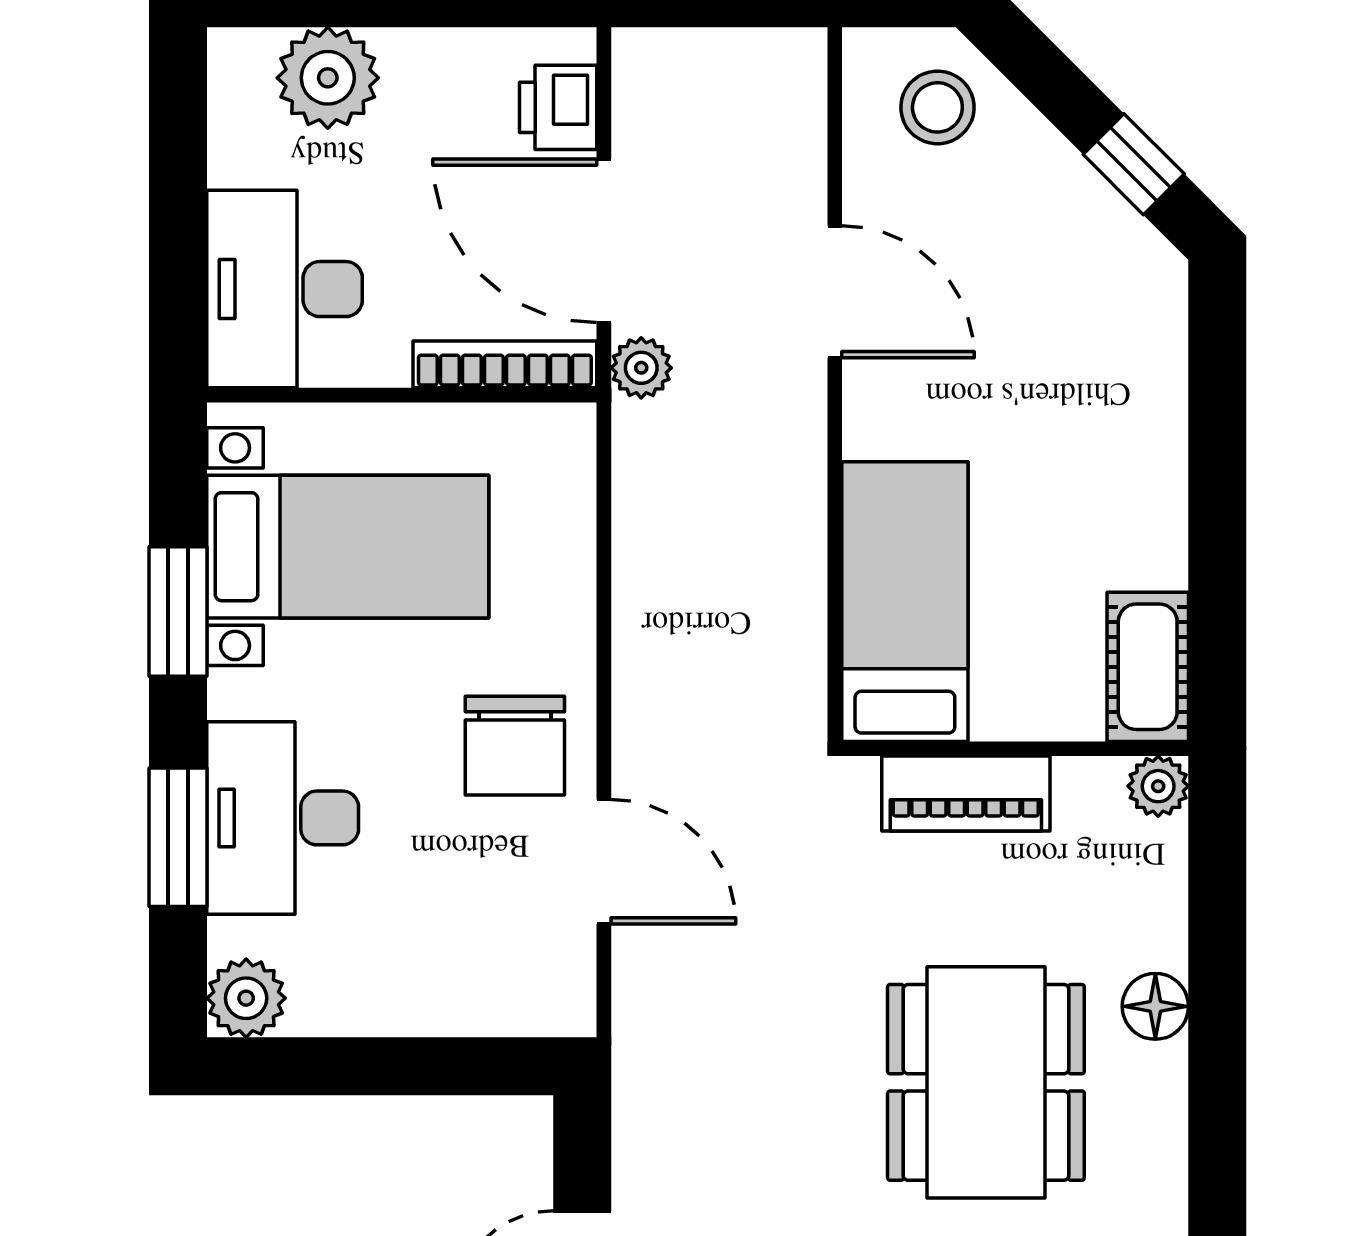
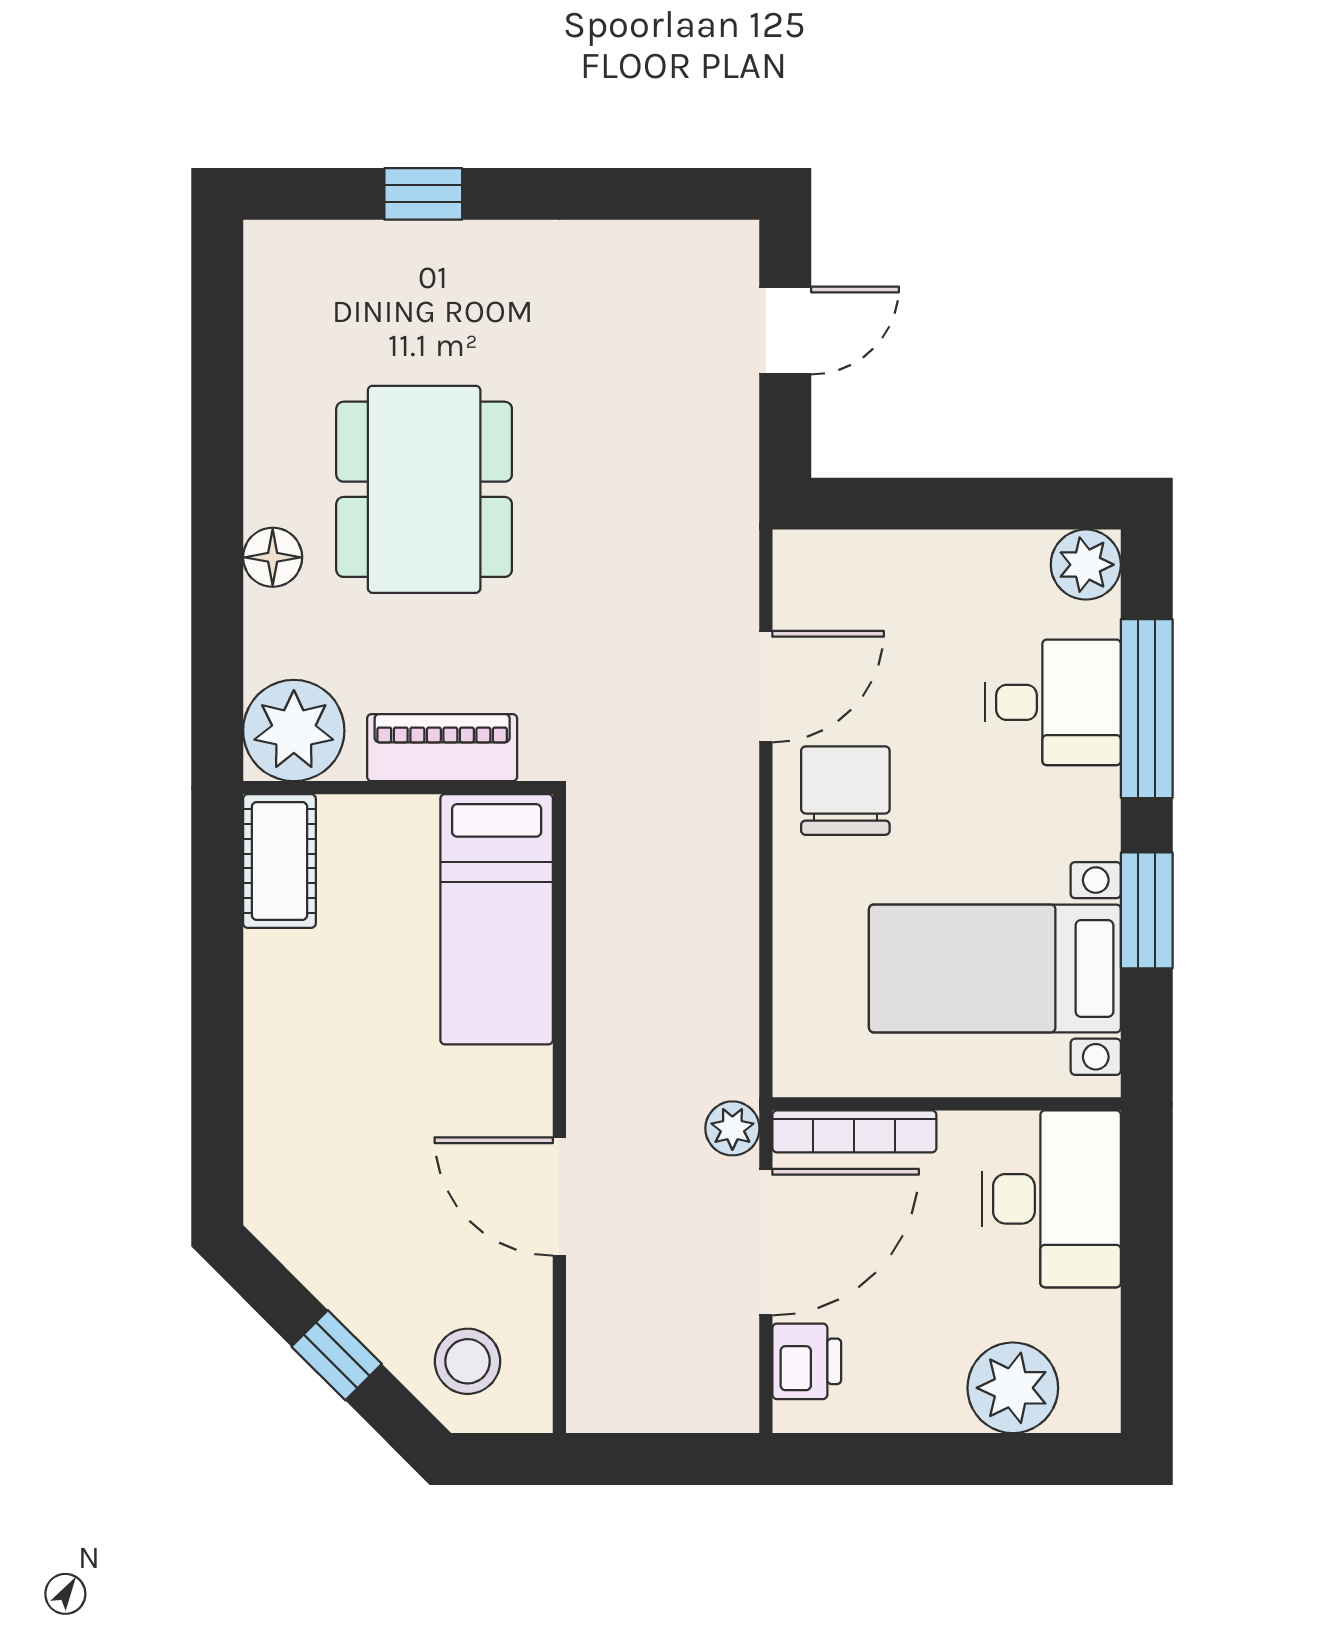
window: (1134, 164) -> (337, 1355), moved
door: (604, 241) -> (766, 1242), hinge flipped
plant: (1158, 786) -> (294, 731), width x1.88, depth x1.88
desk: (283, 818) -> (1053, 702), width x0.73
window: (178, 837) -> (1147, 709), width x1.44
door: (604, 862) -> (766, 687), swing flipped

